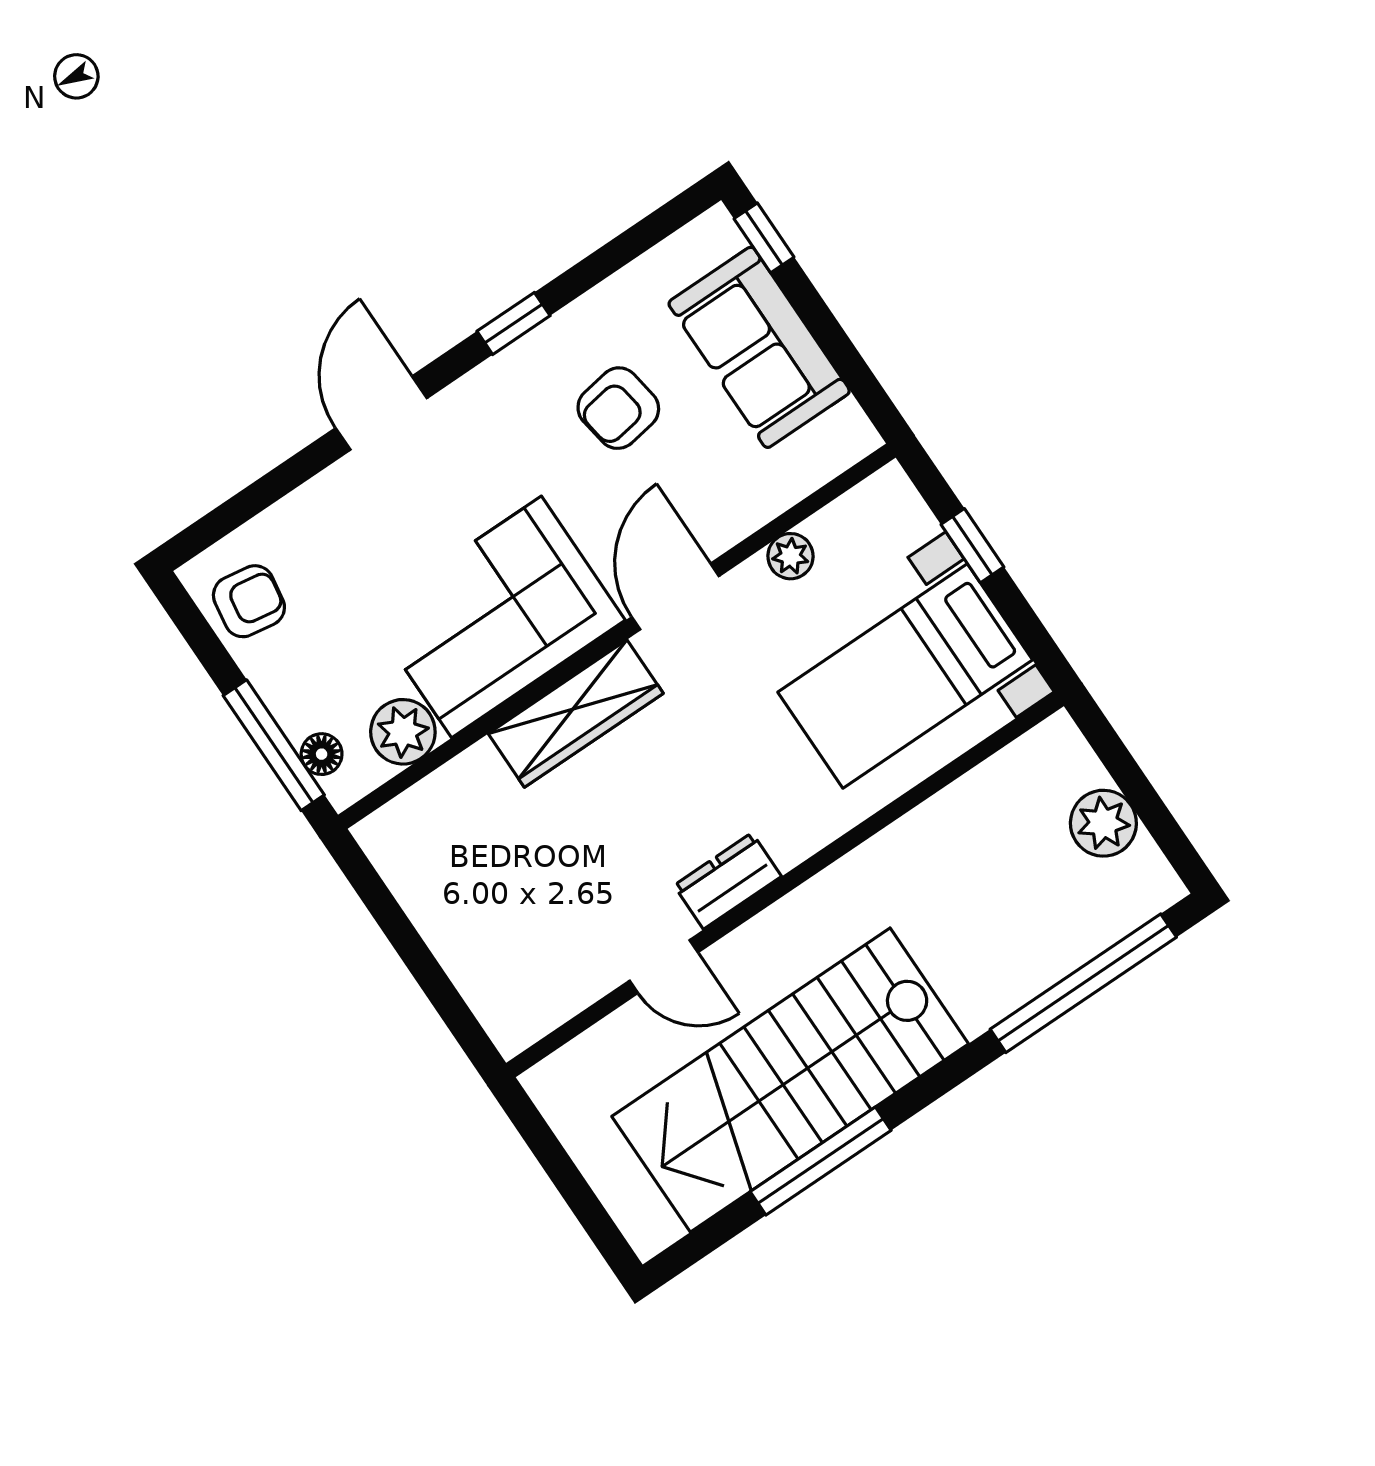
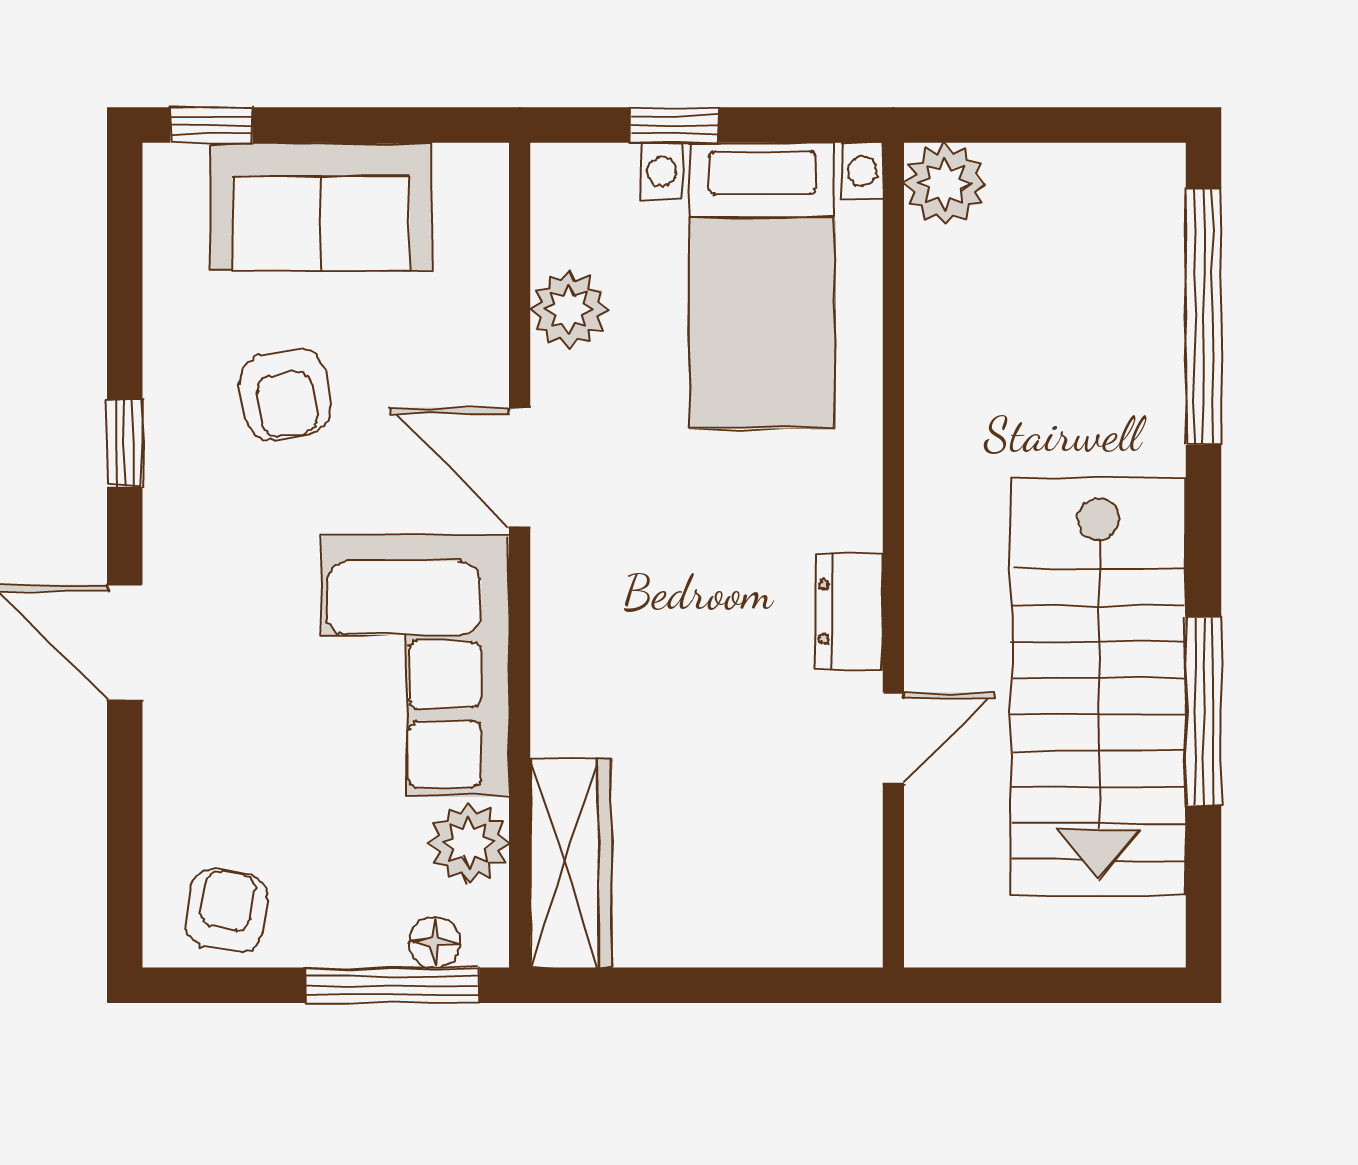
plant: (790, 556) -> (569, 310), width x1.38, depth x1.38
wardrobe: (576, 713) -> (571, 863), moved
plant: (1103, 823) -> (945, 184), moved

